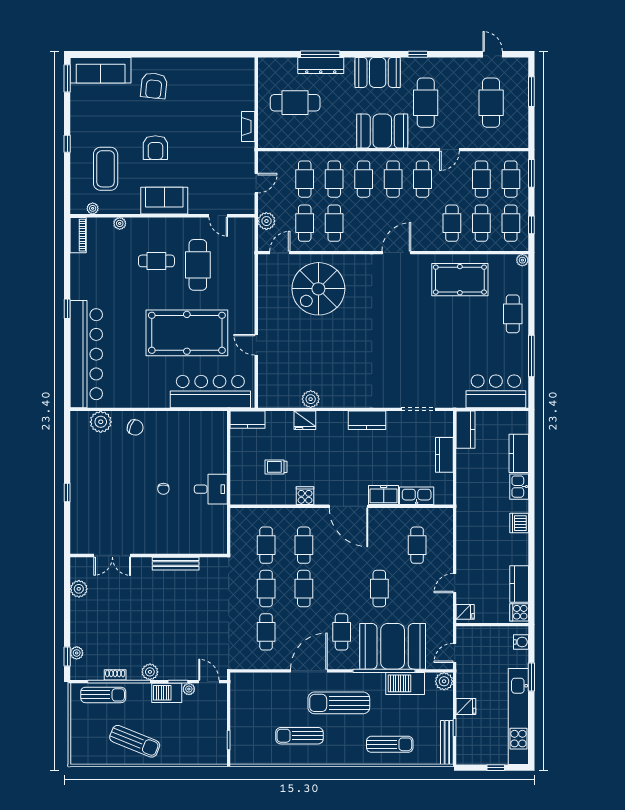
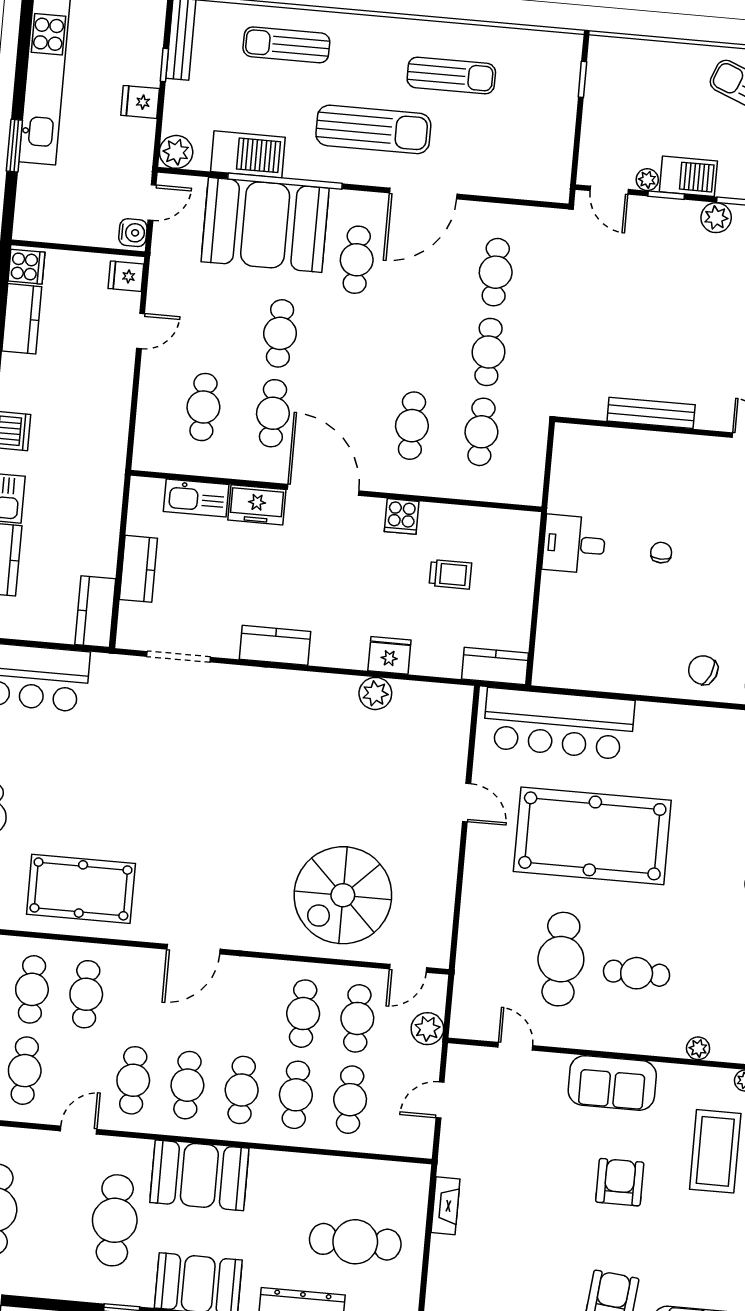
spiral stairs: (318, 289) -> (343, 895), turned 180
cafe table: (304, 589) -> (273, 413), moved
water cooler: (521, 642) -> (133, 233), moved, turned 180

